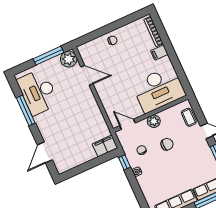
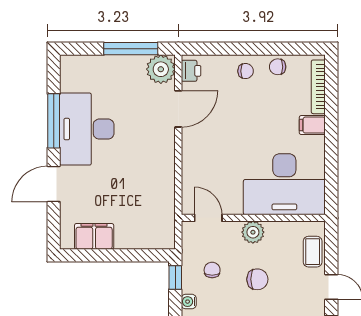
chair: (128, 31) -> (278, 67), added
printer: (85, 53) -> (191, 71), added
door: (87, 75) -> (178, 109), hinge flipped
desk: (38, 92) -> (87, 129), moved
filing cabinet: (105, 146) -> (94, 236), moved
door: (45, 152) -> (54, 184), moved

